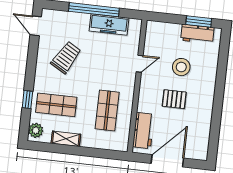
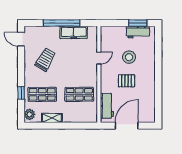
shop shelf: (107, 111) -> (79, 94), turned 90

